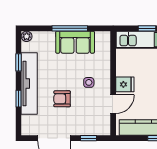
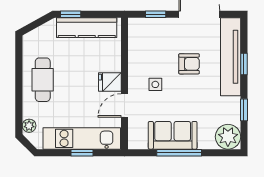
plant: (27, 36) -> (228, 137), width x1.88, depth x1.88
tv unit: (29, 83) -> (231, 57), moved
door: (113, 104) -> (125, 105), moved

